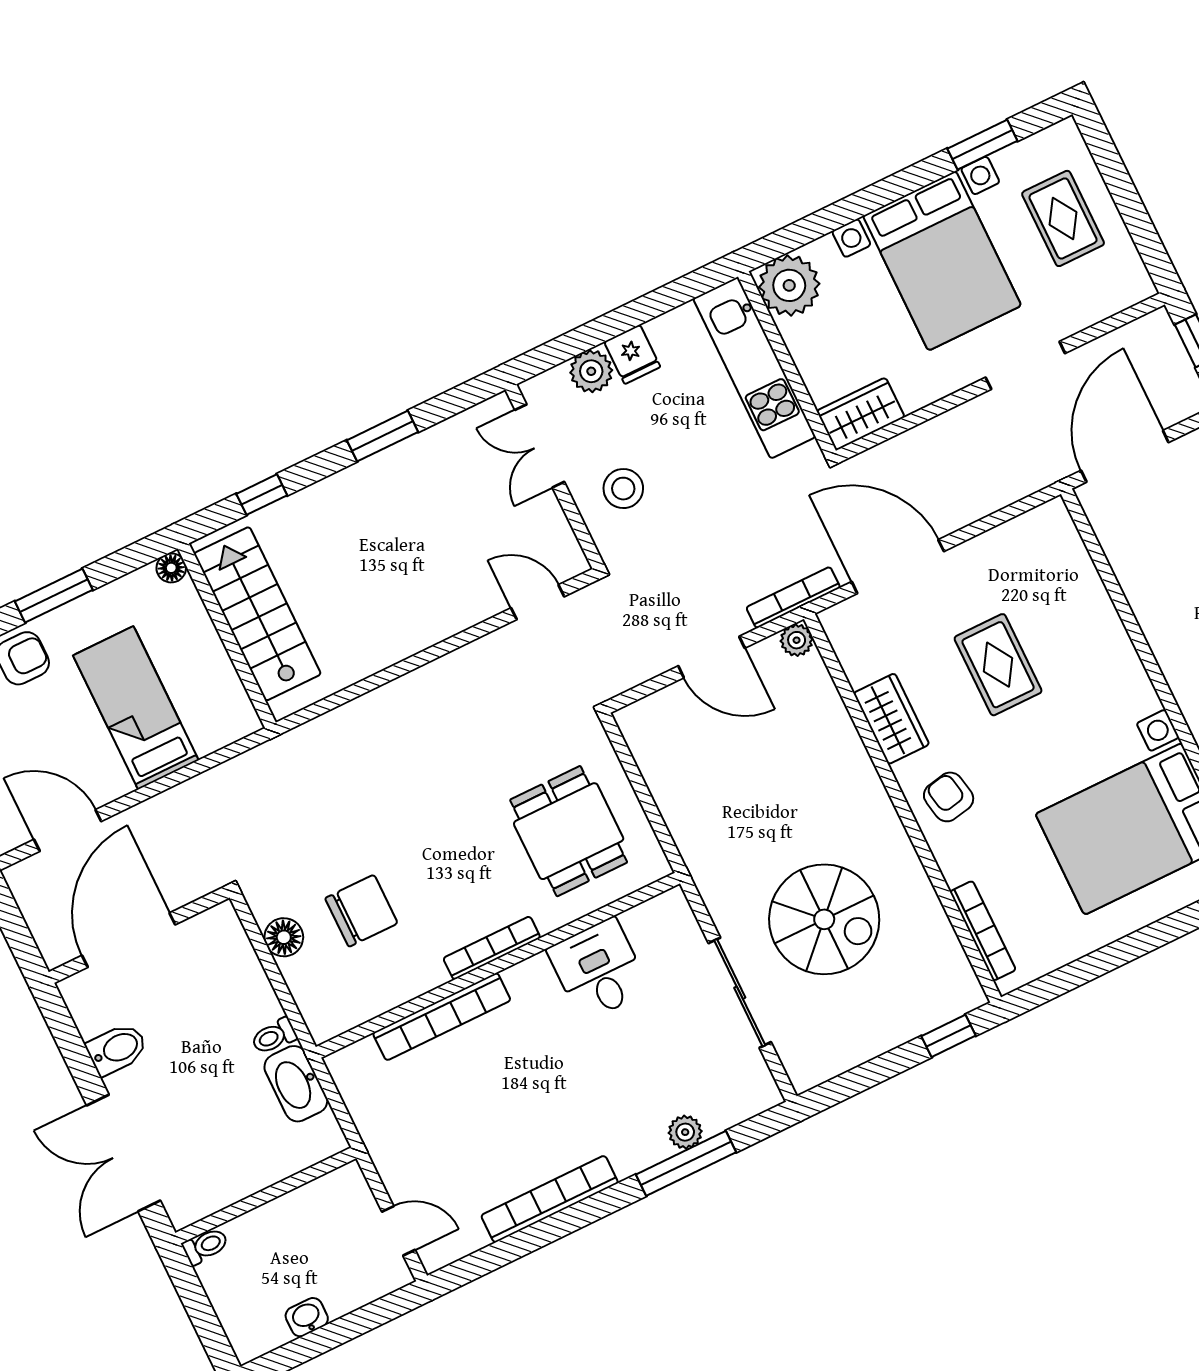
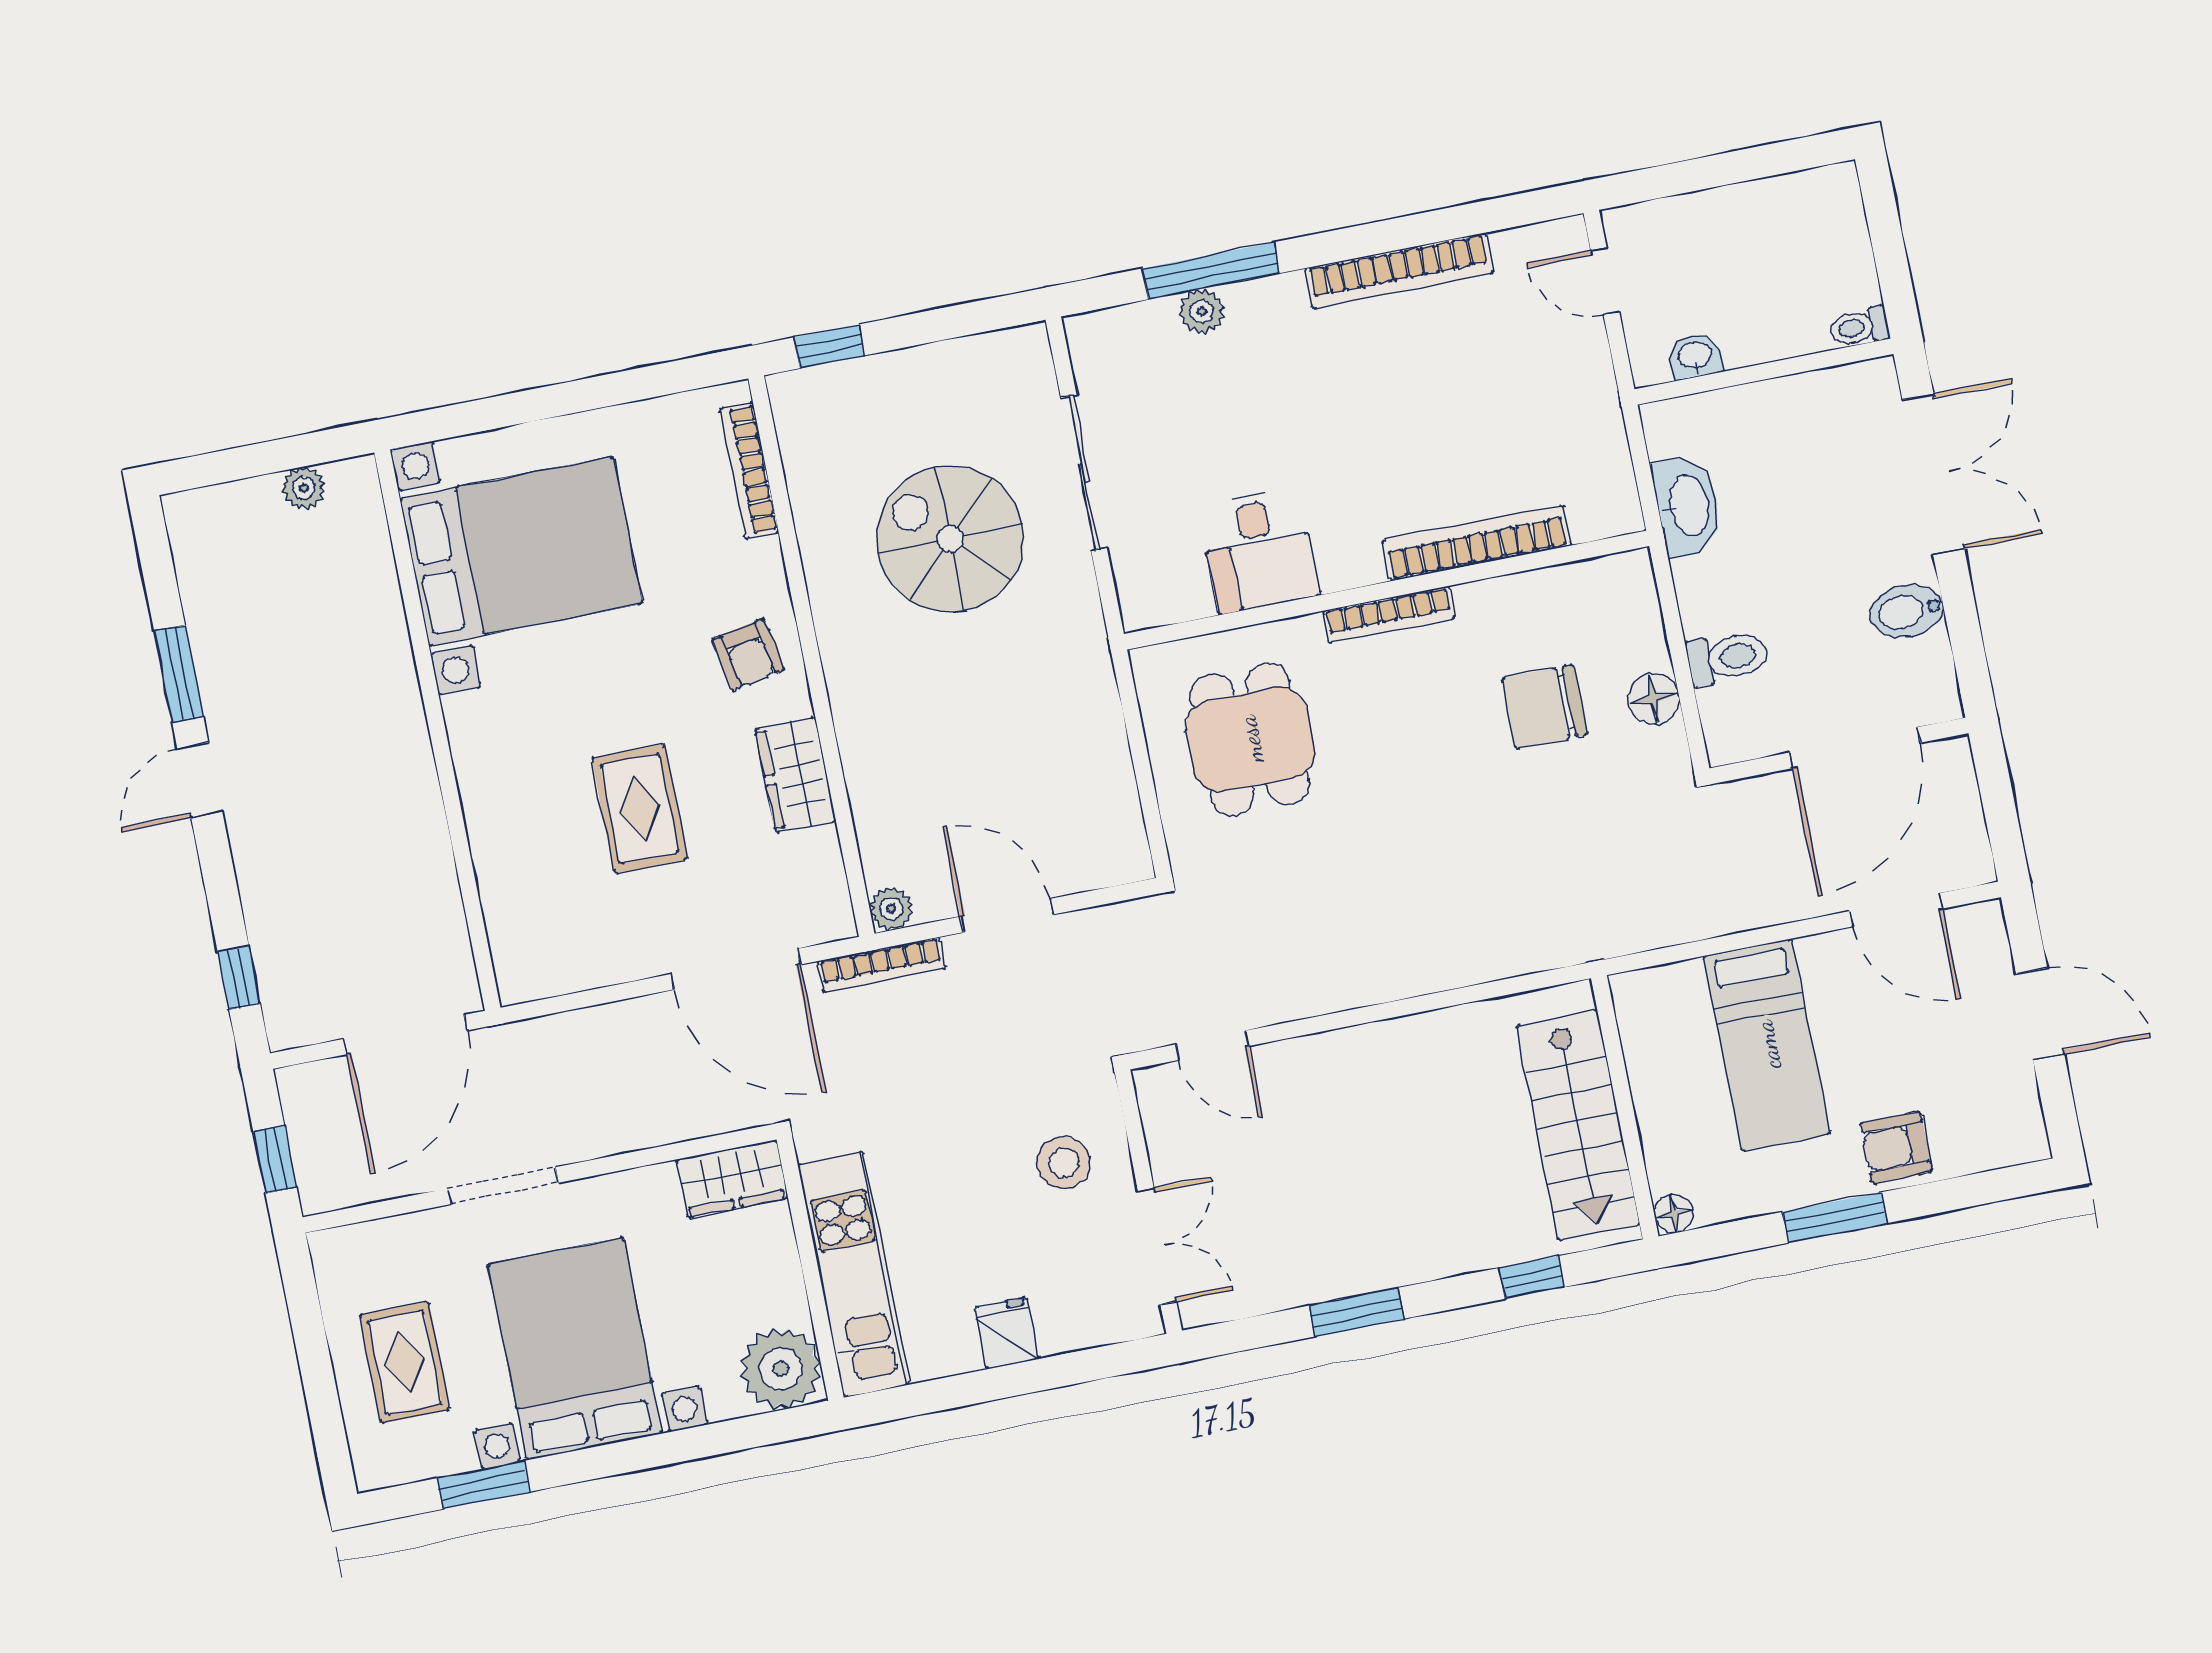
plant: (591, 371) -> (1065, 1325), removed
toilet: (274, 1036) -> (1727, 658), moved, width x1.37, depth x1.39
washbasin: (307, 1317) -> (1695, 356), moved, turned 180

